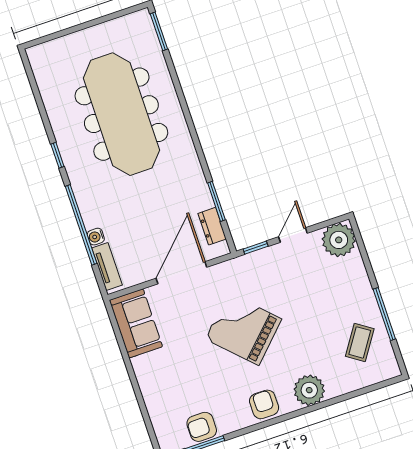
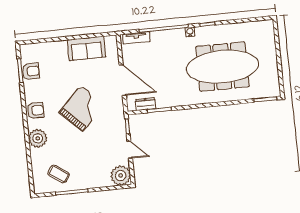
water cooler: (96, 237) -> (190, 32), moved
sofa: (136, 323) -> (86, 48), moved
armchair: (202, 427) -> (31, 71), turned 90

